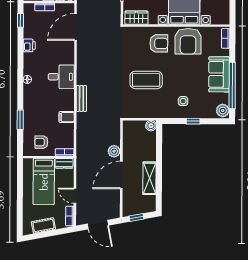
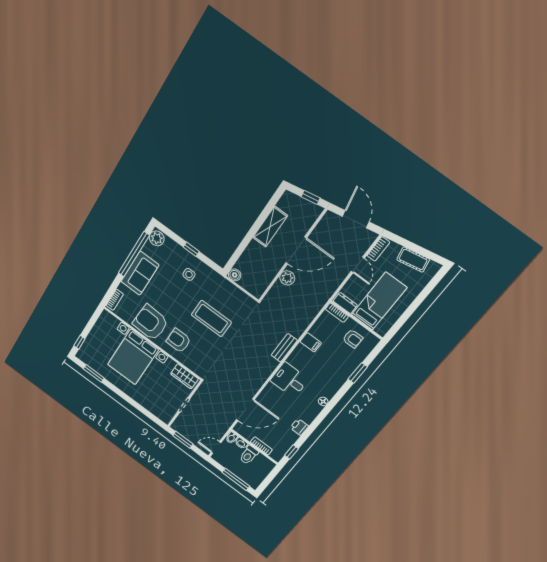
armchair: (188, 41) -> (151, 323), turned -87

